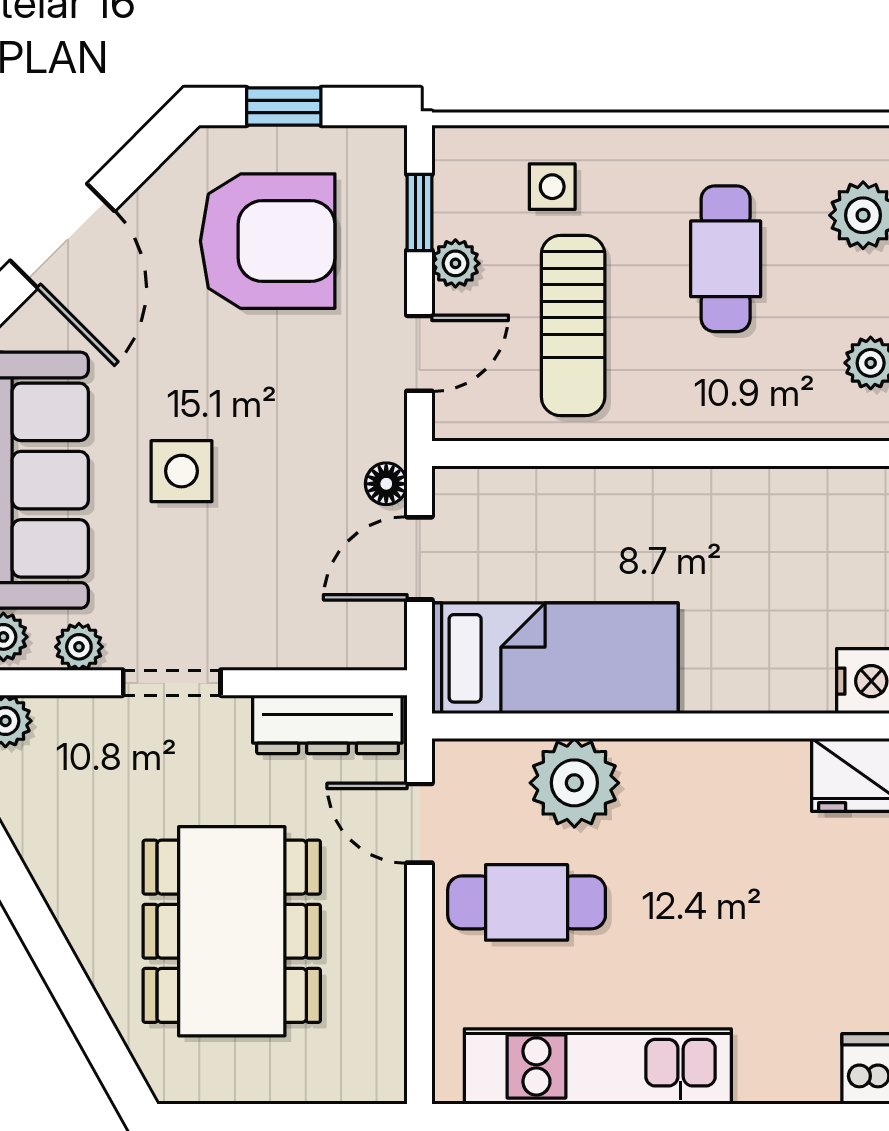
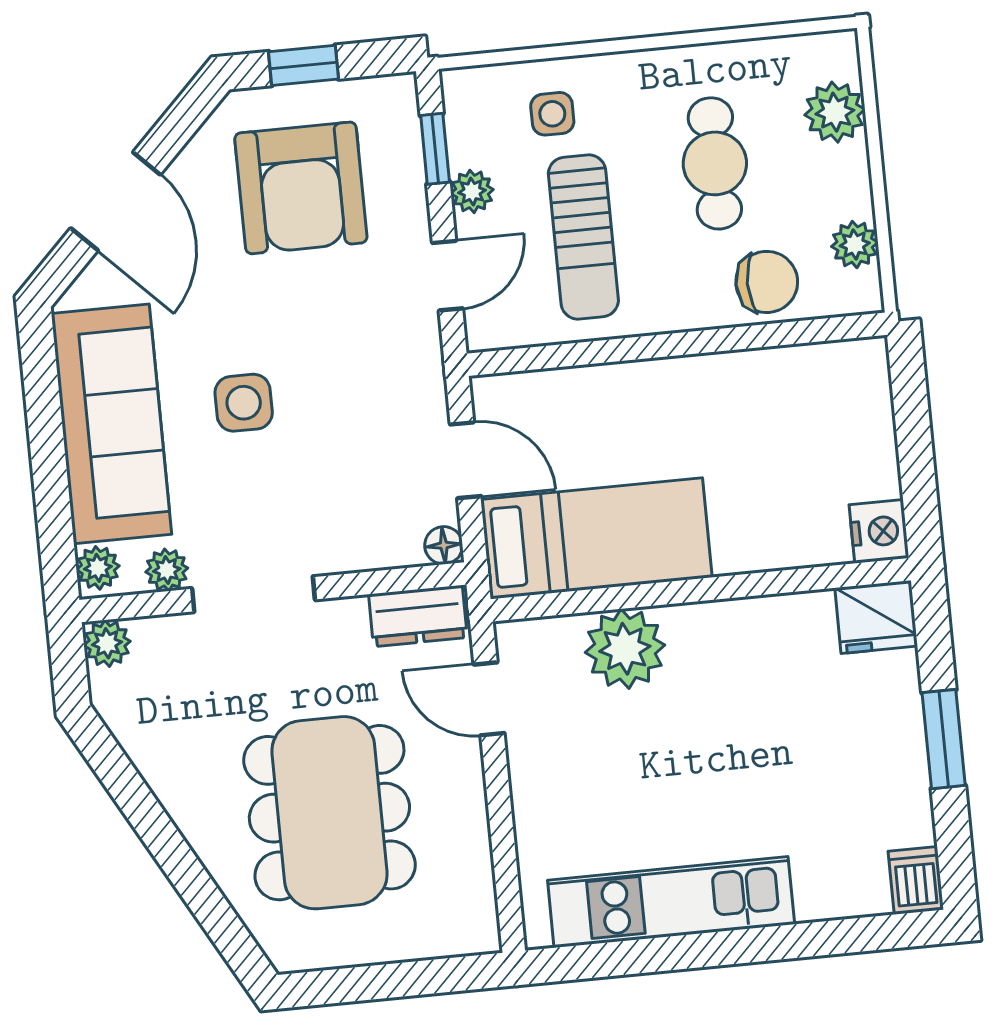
armchair: (268, 241) -> (301, 188), turned 90
chair: (770, 395) -> (767, 282), added
floor lamp: (386, 484) -> (444, 545), moved
door: (419, 558) -> (466, 460), swing flipped
doorway: (172, 683) -> (254, 594), width x1.38
dresser: (327, 724) -> (418, 616), width x0.70
cafe table: (527, 902) -> (592, 761), removed

